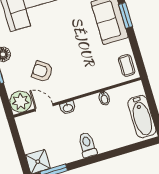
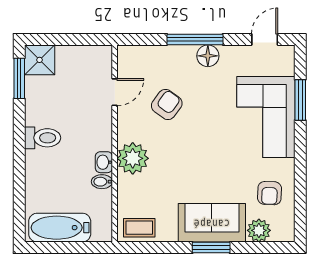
plant: (21, 102) -> (133, 158), moved
washbasin: (68, 108) -> (104, 162), moved

